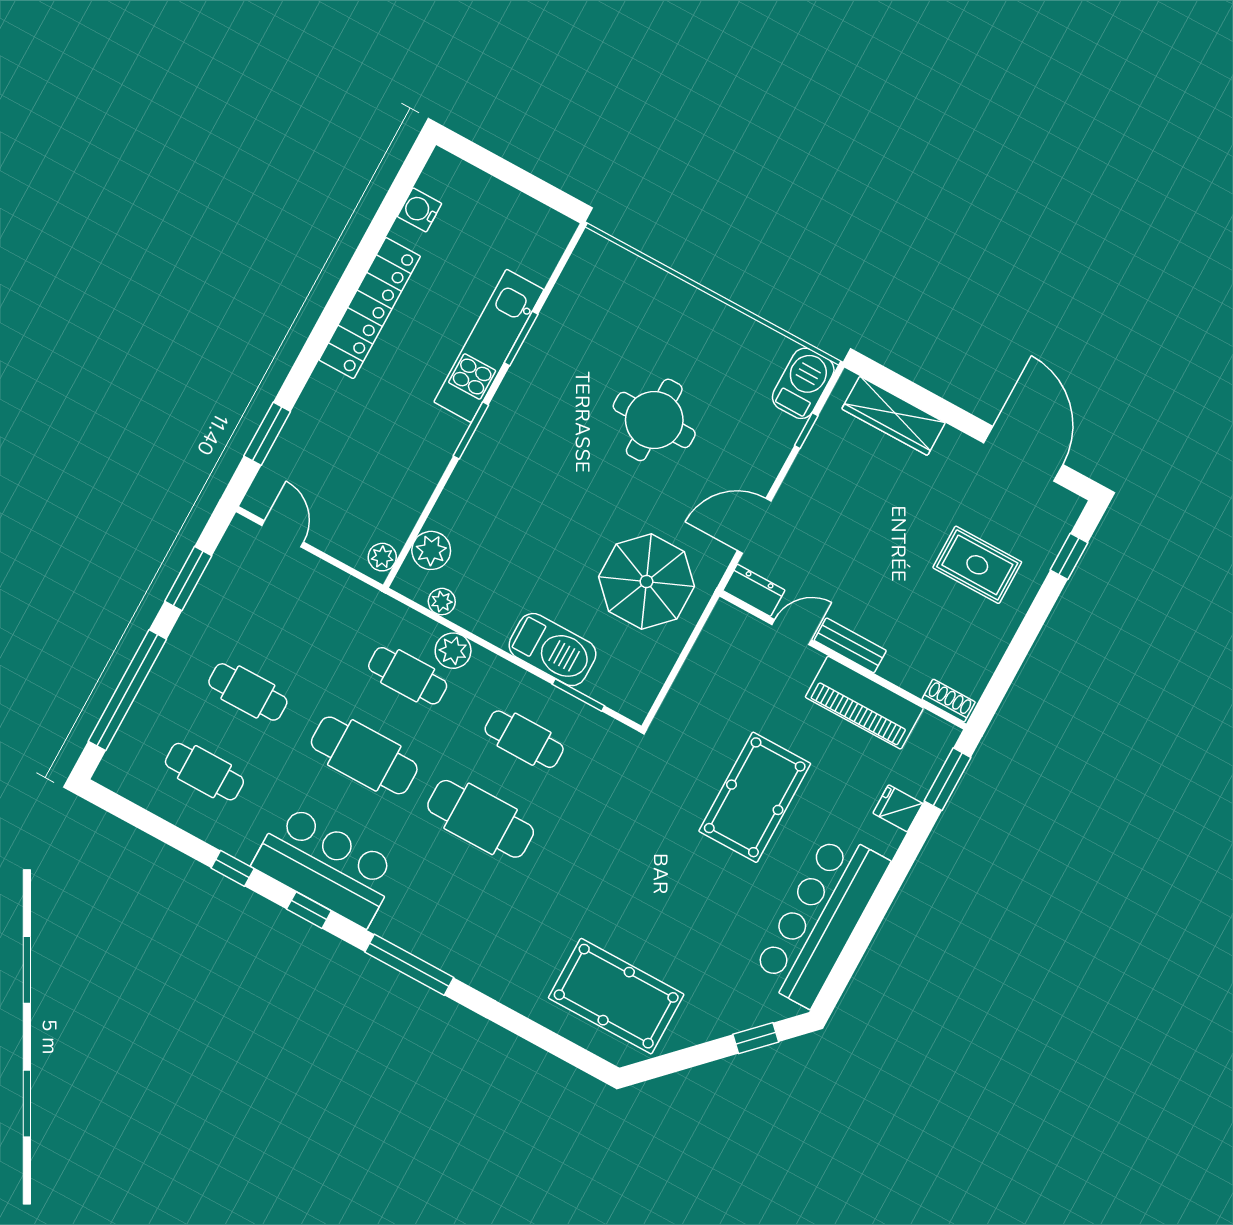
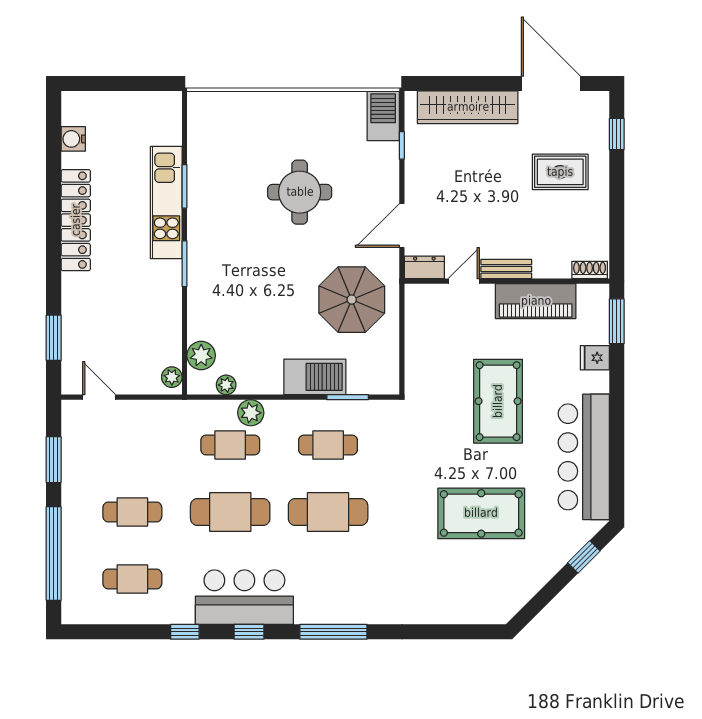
wardrobe: (894, 416) -> (468, 107), width x1.40, depth x1.17
pool table: (616, 996) -> (481, 513), moved

